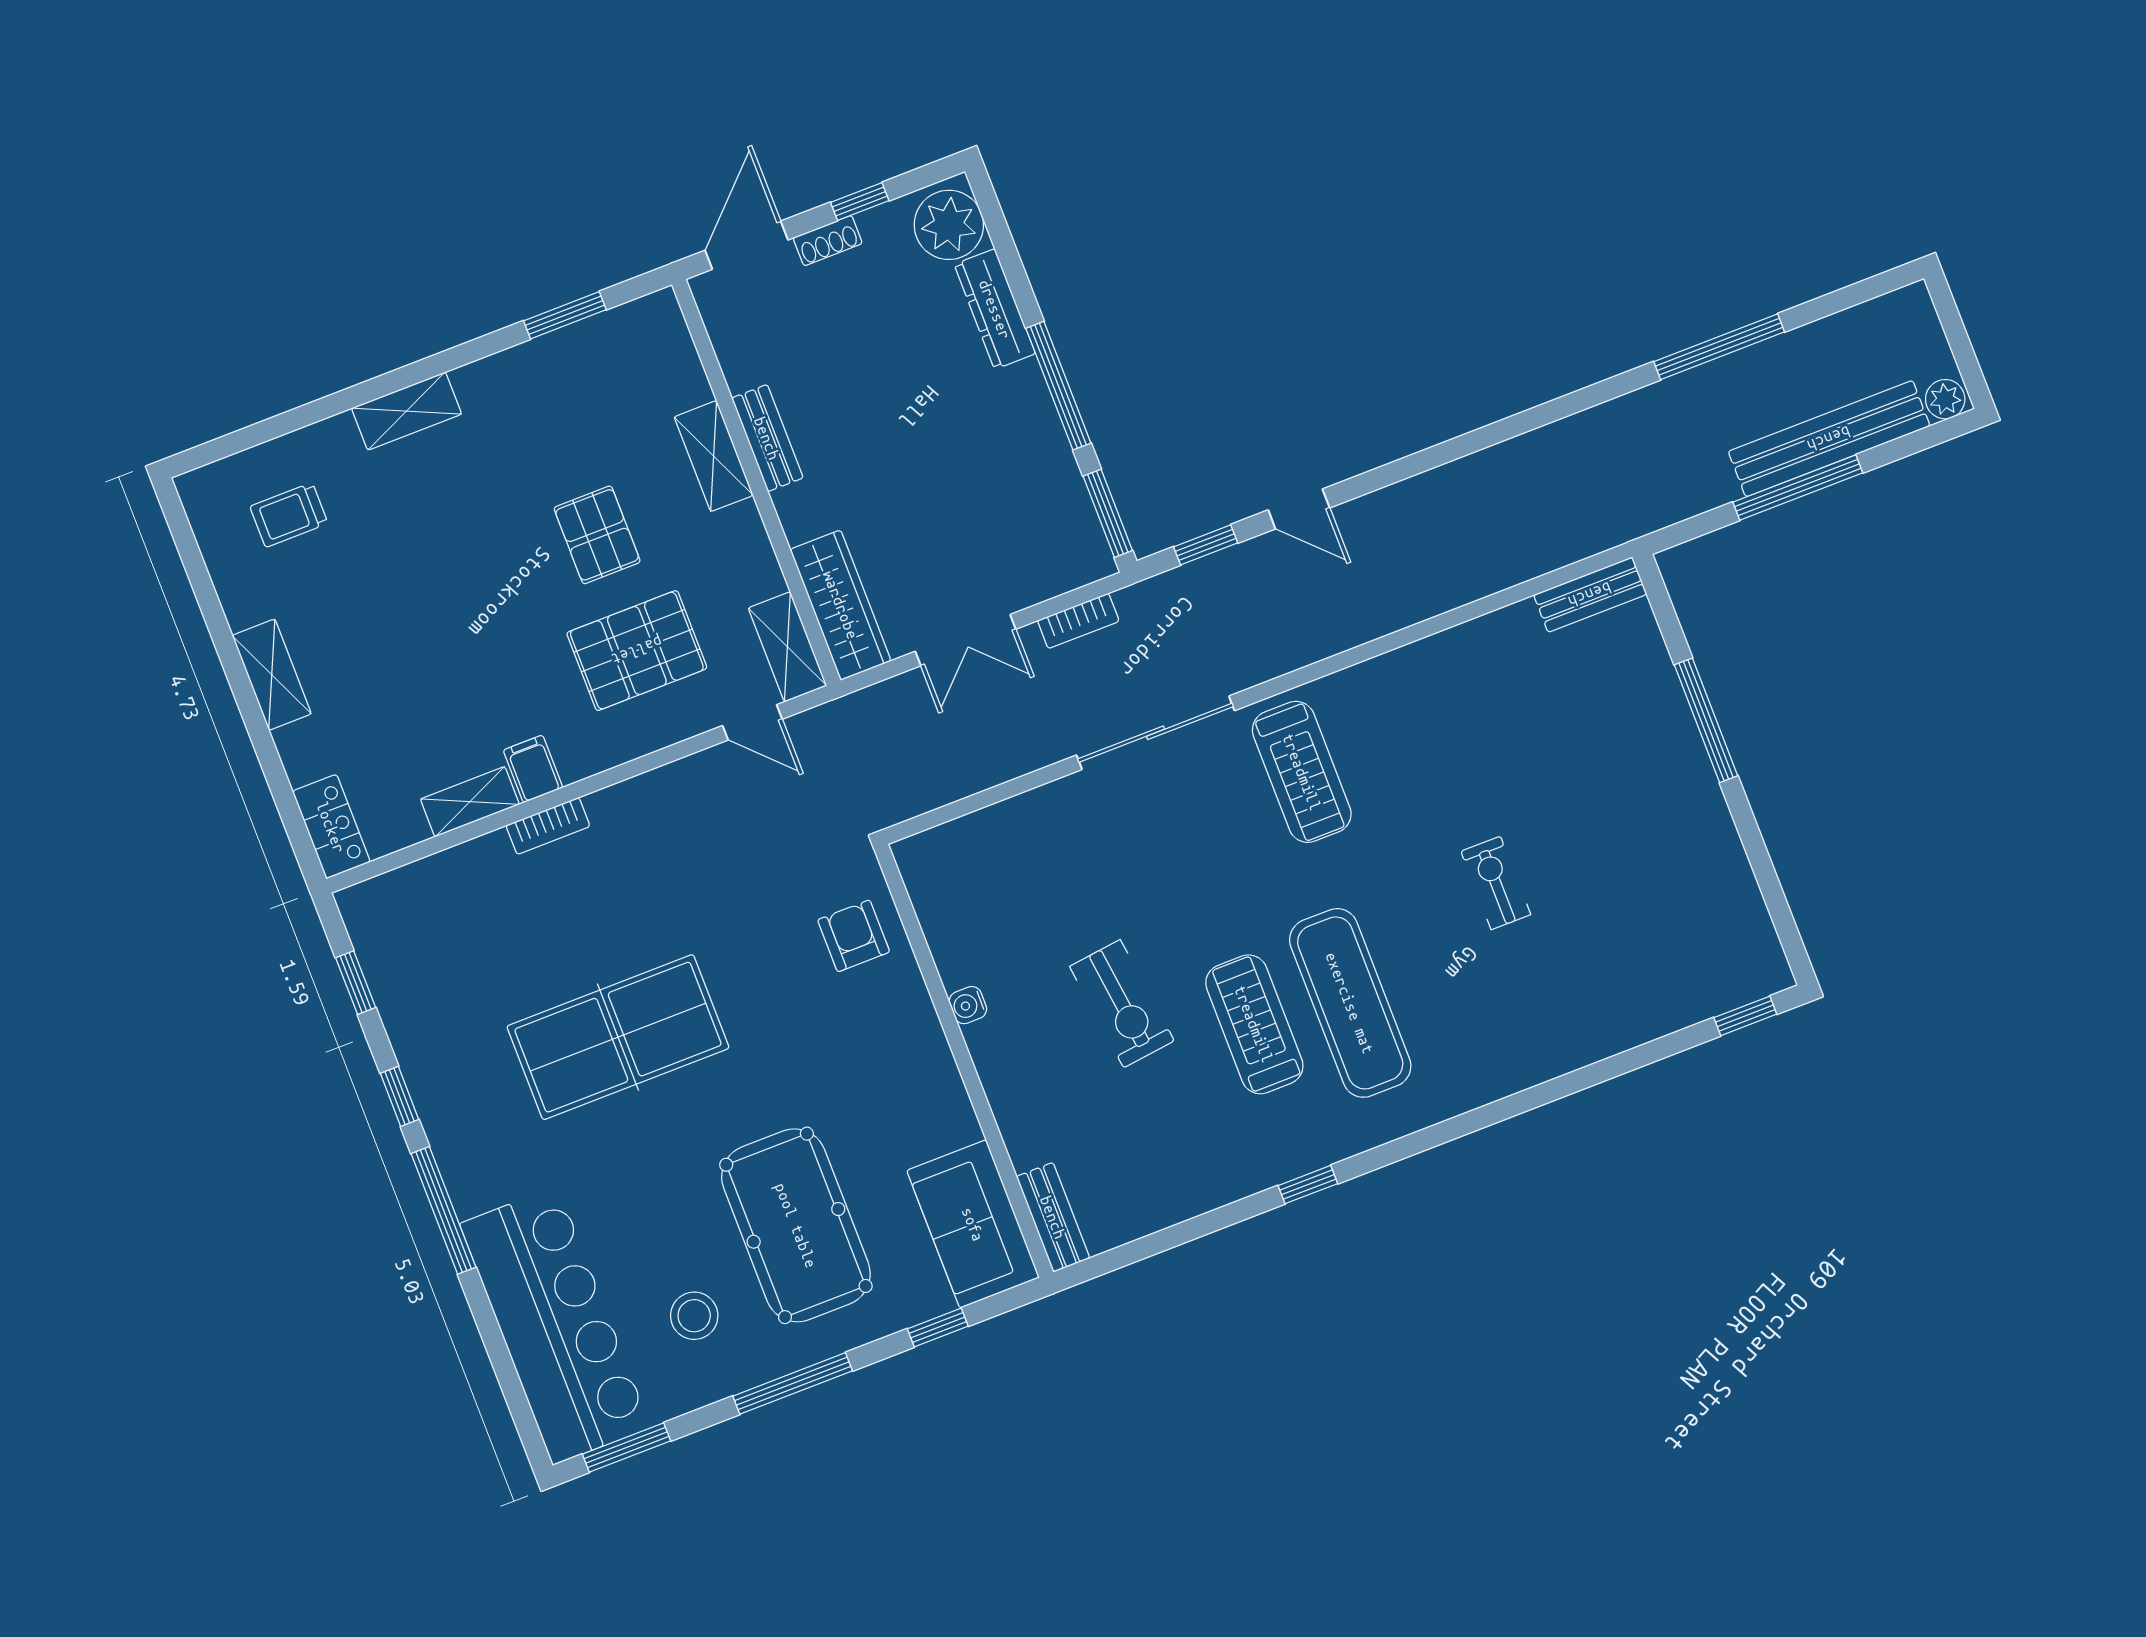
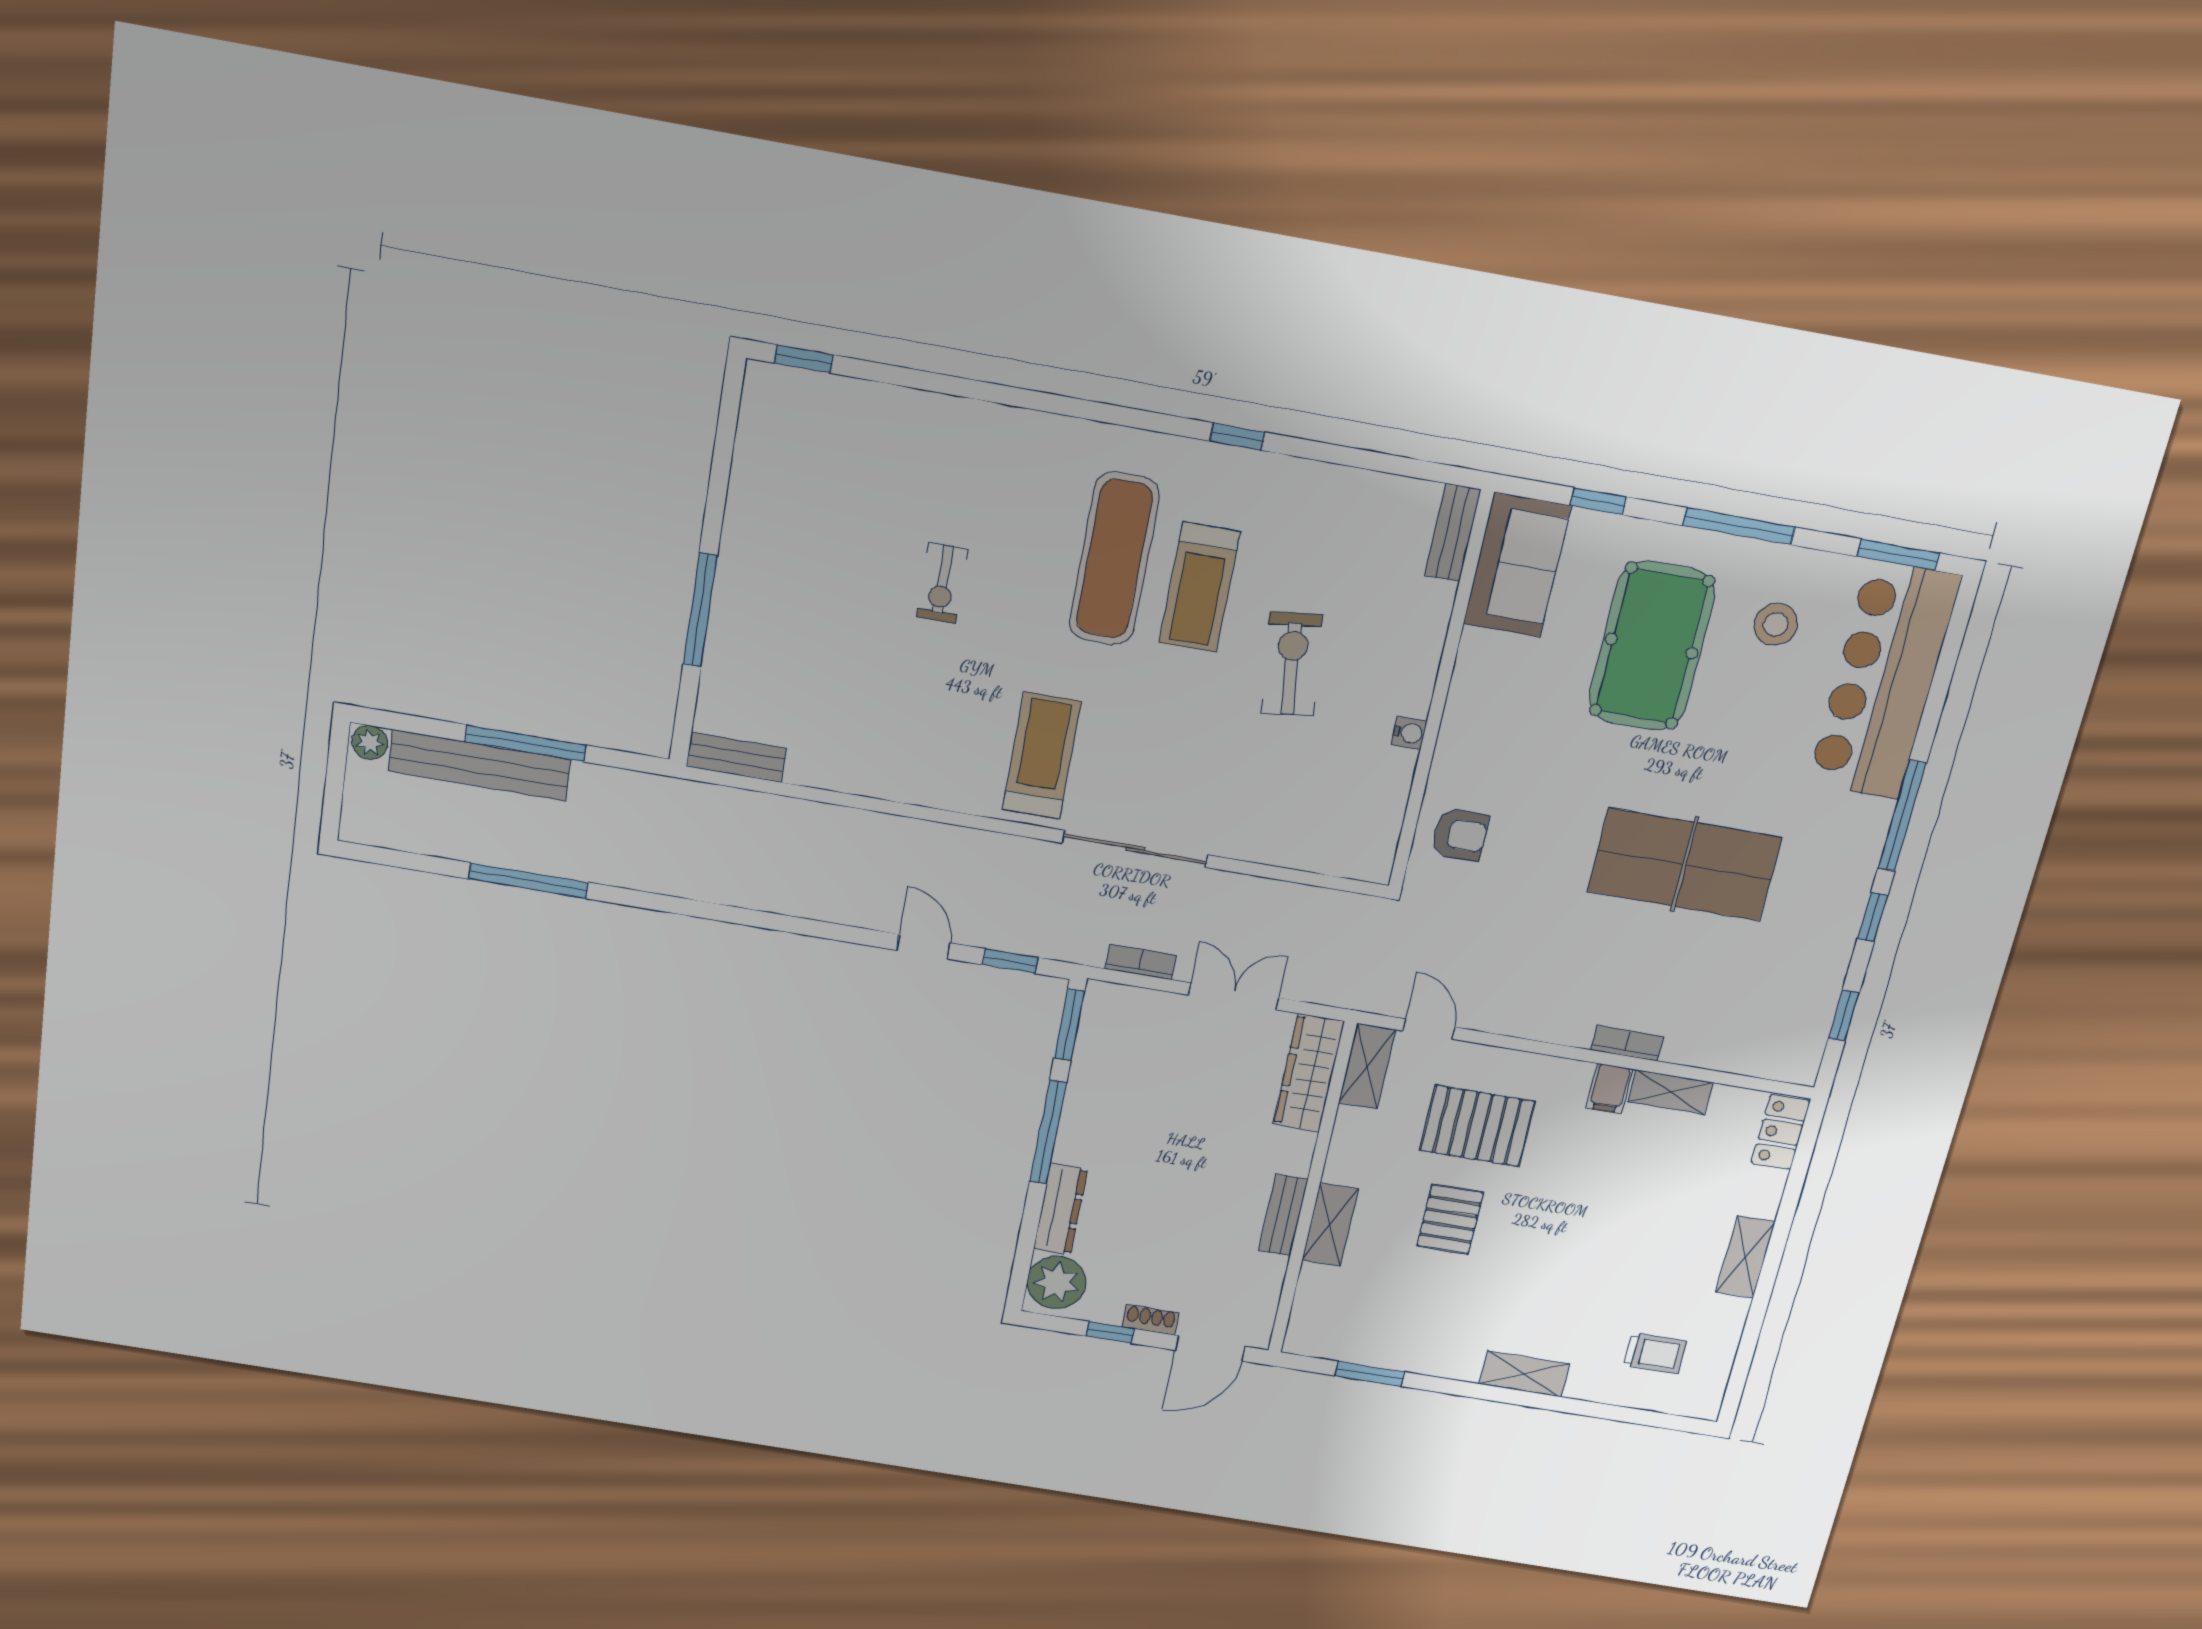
armchair: (854, 936) -> (1460, 835), turned -90

